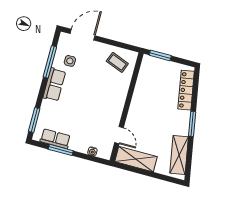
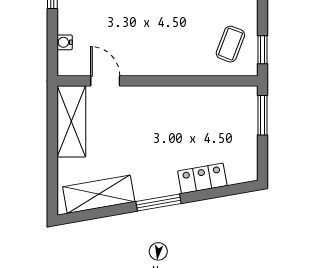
window: (125, 46) -> (262, 50), added
locker: (186, 90) -> (202, 178), width x0.66
door: (119, 135) -> (105, 81), swing flipped

